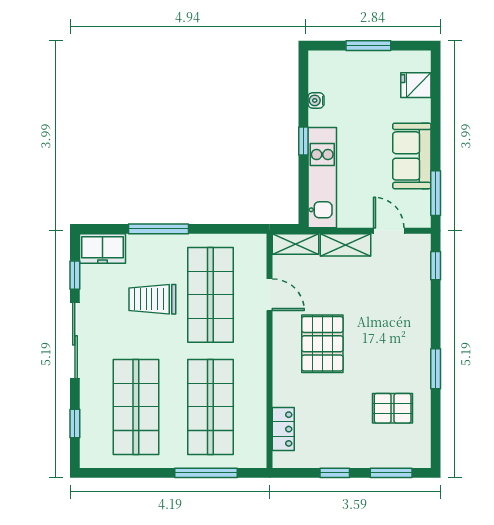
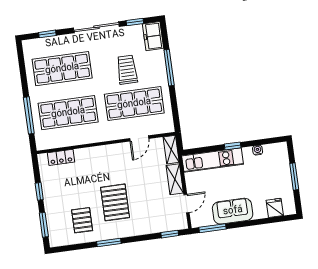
pallet: (322, 344) -> (115, 202), moved, turned 90

